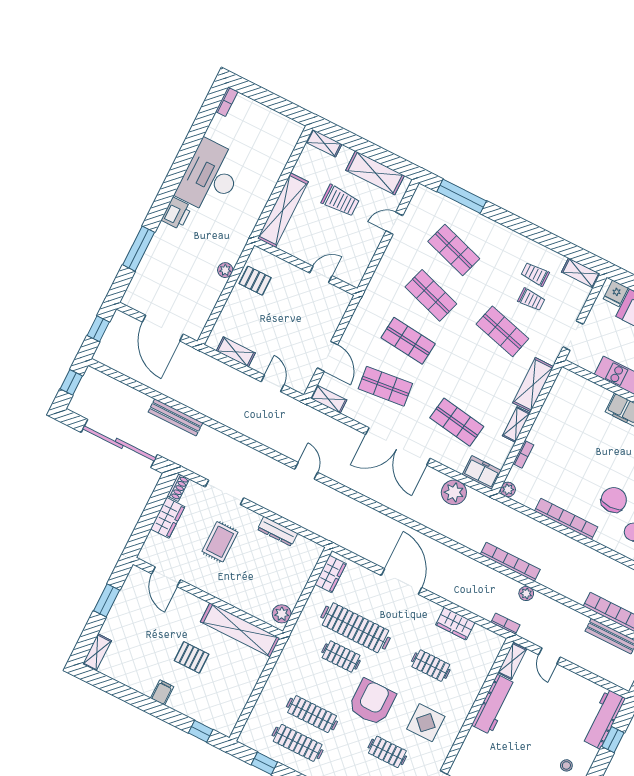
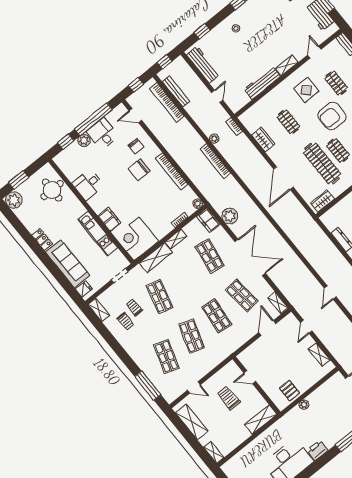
trolley: (340, 201) -> (229, 398), moved
shelving: (283, 210) -> (261, 420), width x0.68
corner desk: (573, 399) -> (137, 239), added
door: (306, 471) -> (330, 293), moved
shelving: (512, 661) -> (287, 65), moved
workbench: (603, 719) -> (203, 65), moved, turned -90

